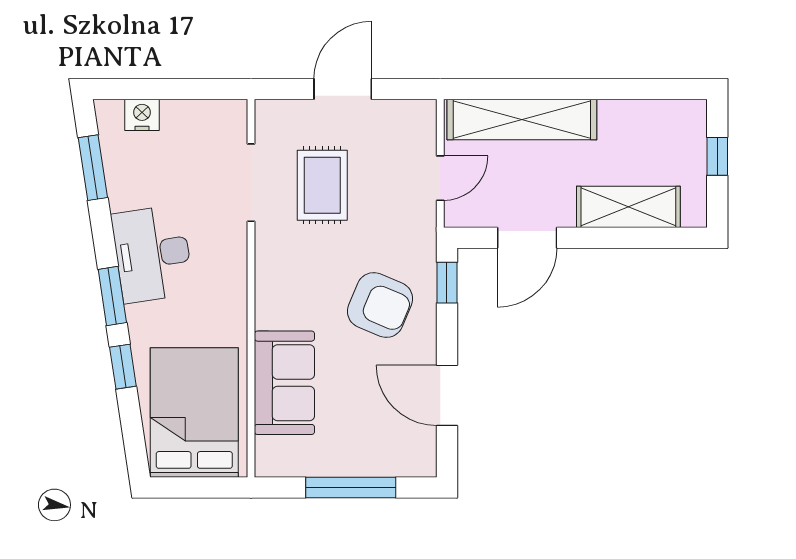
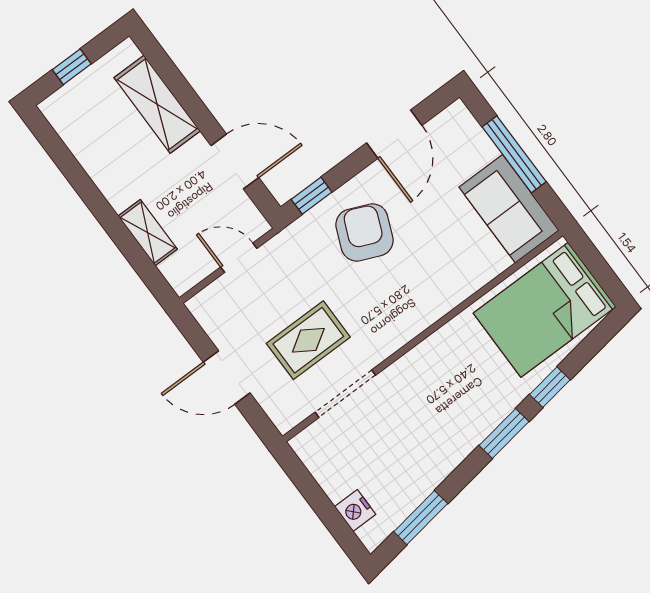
shelving: (522, 120) -> (148, 233), width x0.45, depth x0.75
desk: (152, 254) -> (451, 427), removed
sofa: (284, 383) -> (509, 209), moved, turned -90

